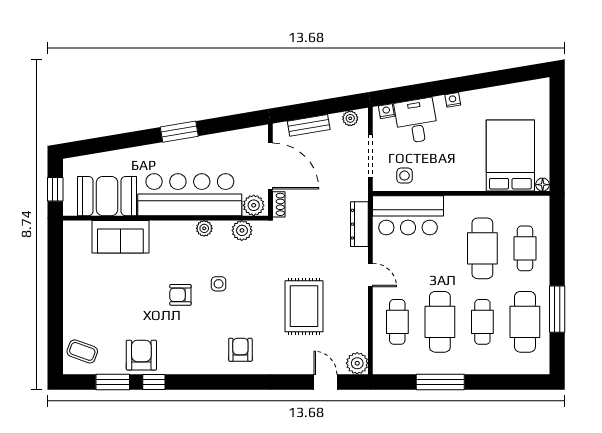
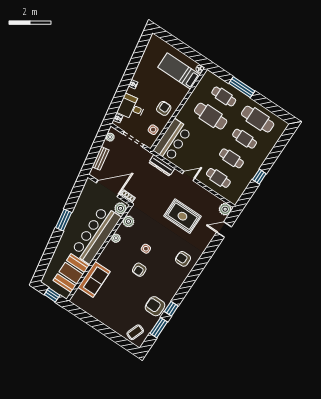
bed: (510, 156) -> (179, 71), width x0.67
armchair: (447, 170) -> (164, 108), added
window: (557, 309) -> (242, 87), moved
cafe table: (440, 322) -> (231, 158), width x0.73, depth x0.74
window: (440, 382) -> (259, 177), width x0.46

